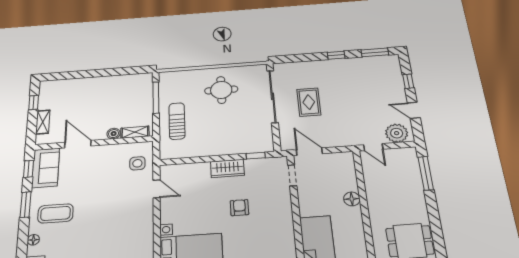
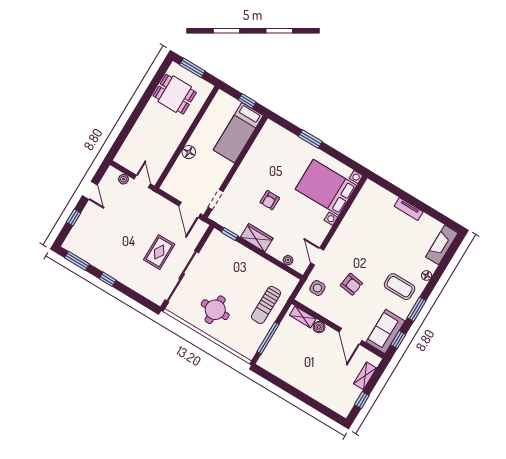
plant: (397, 133) -> (123, 179), width x0.53, depth x0.53
plant: (183, 169) -> (288, 260), added
window: (426, 173) -> (123, 135), removed
armchair: (106, 186) -> (351, 284), added

